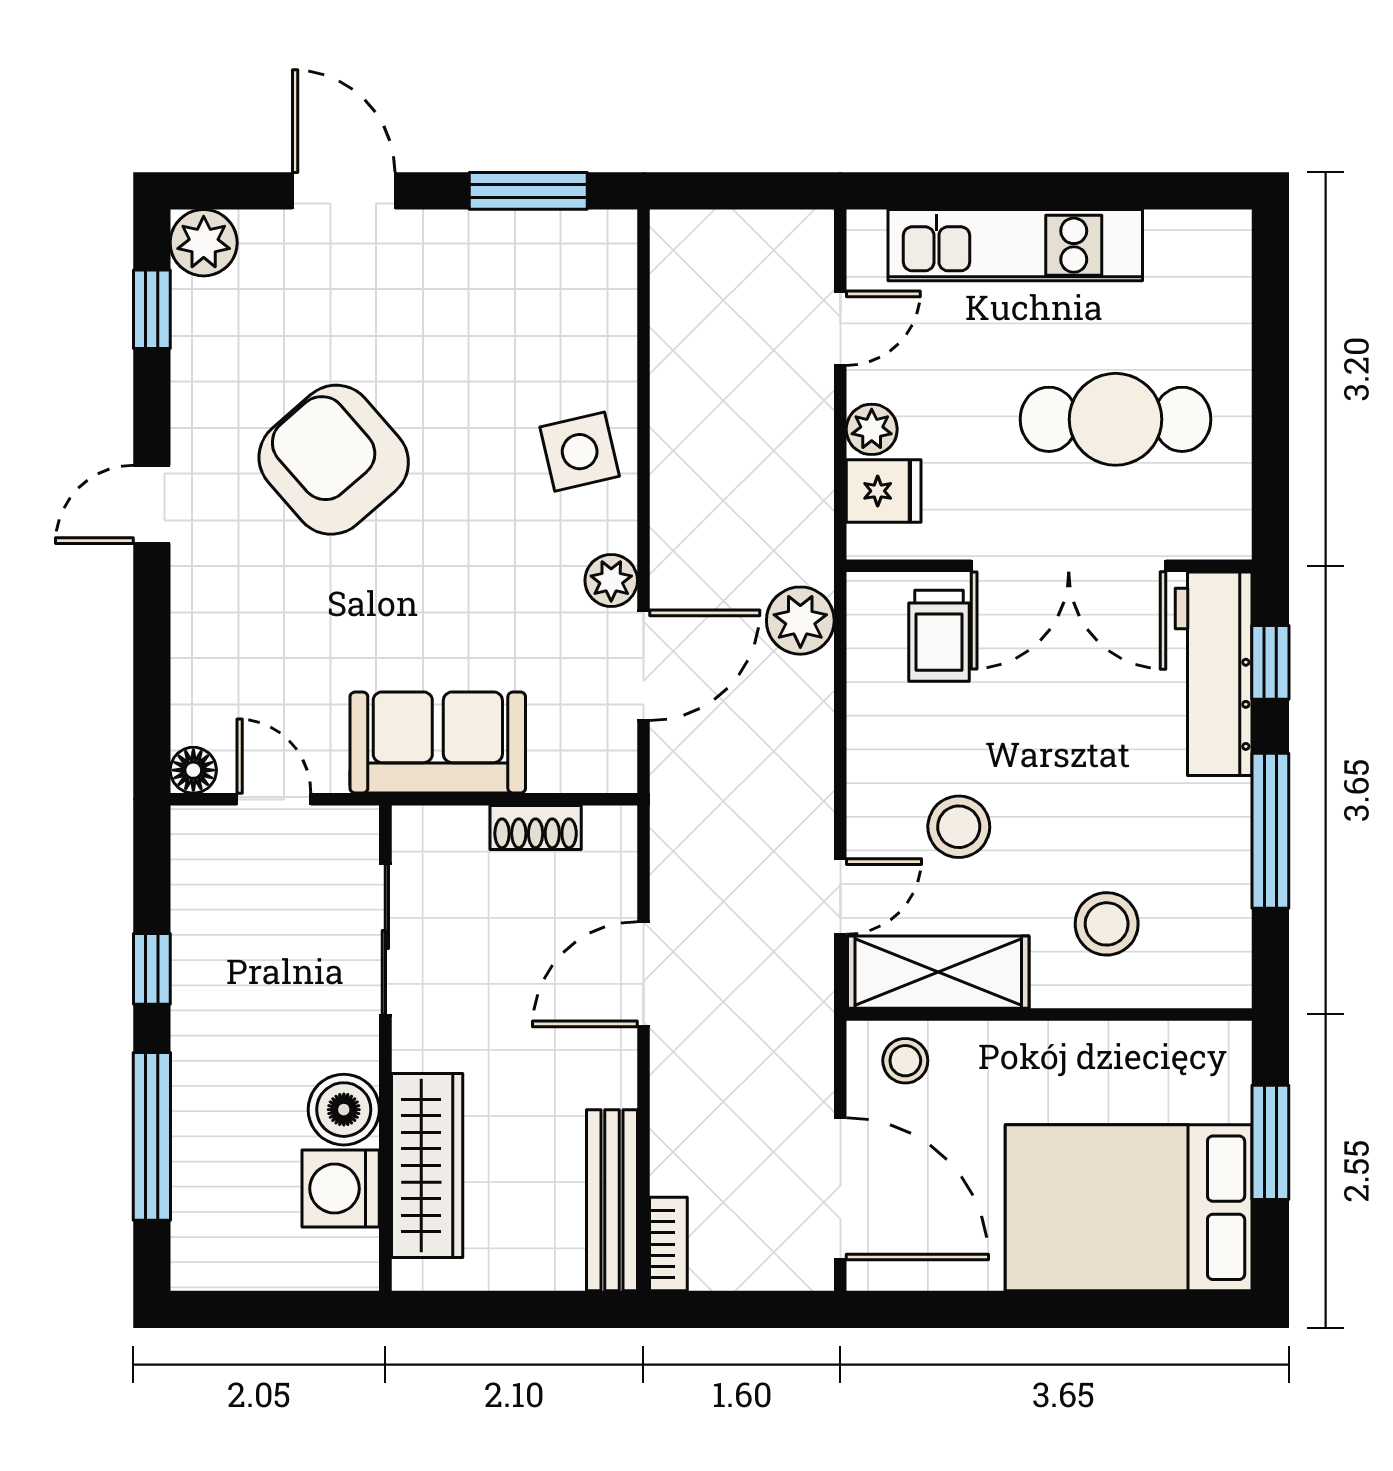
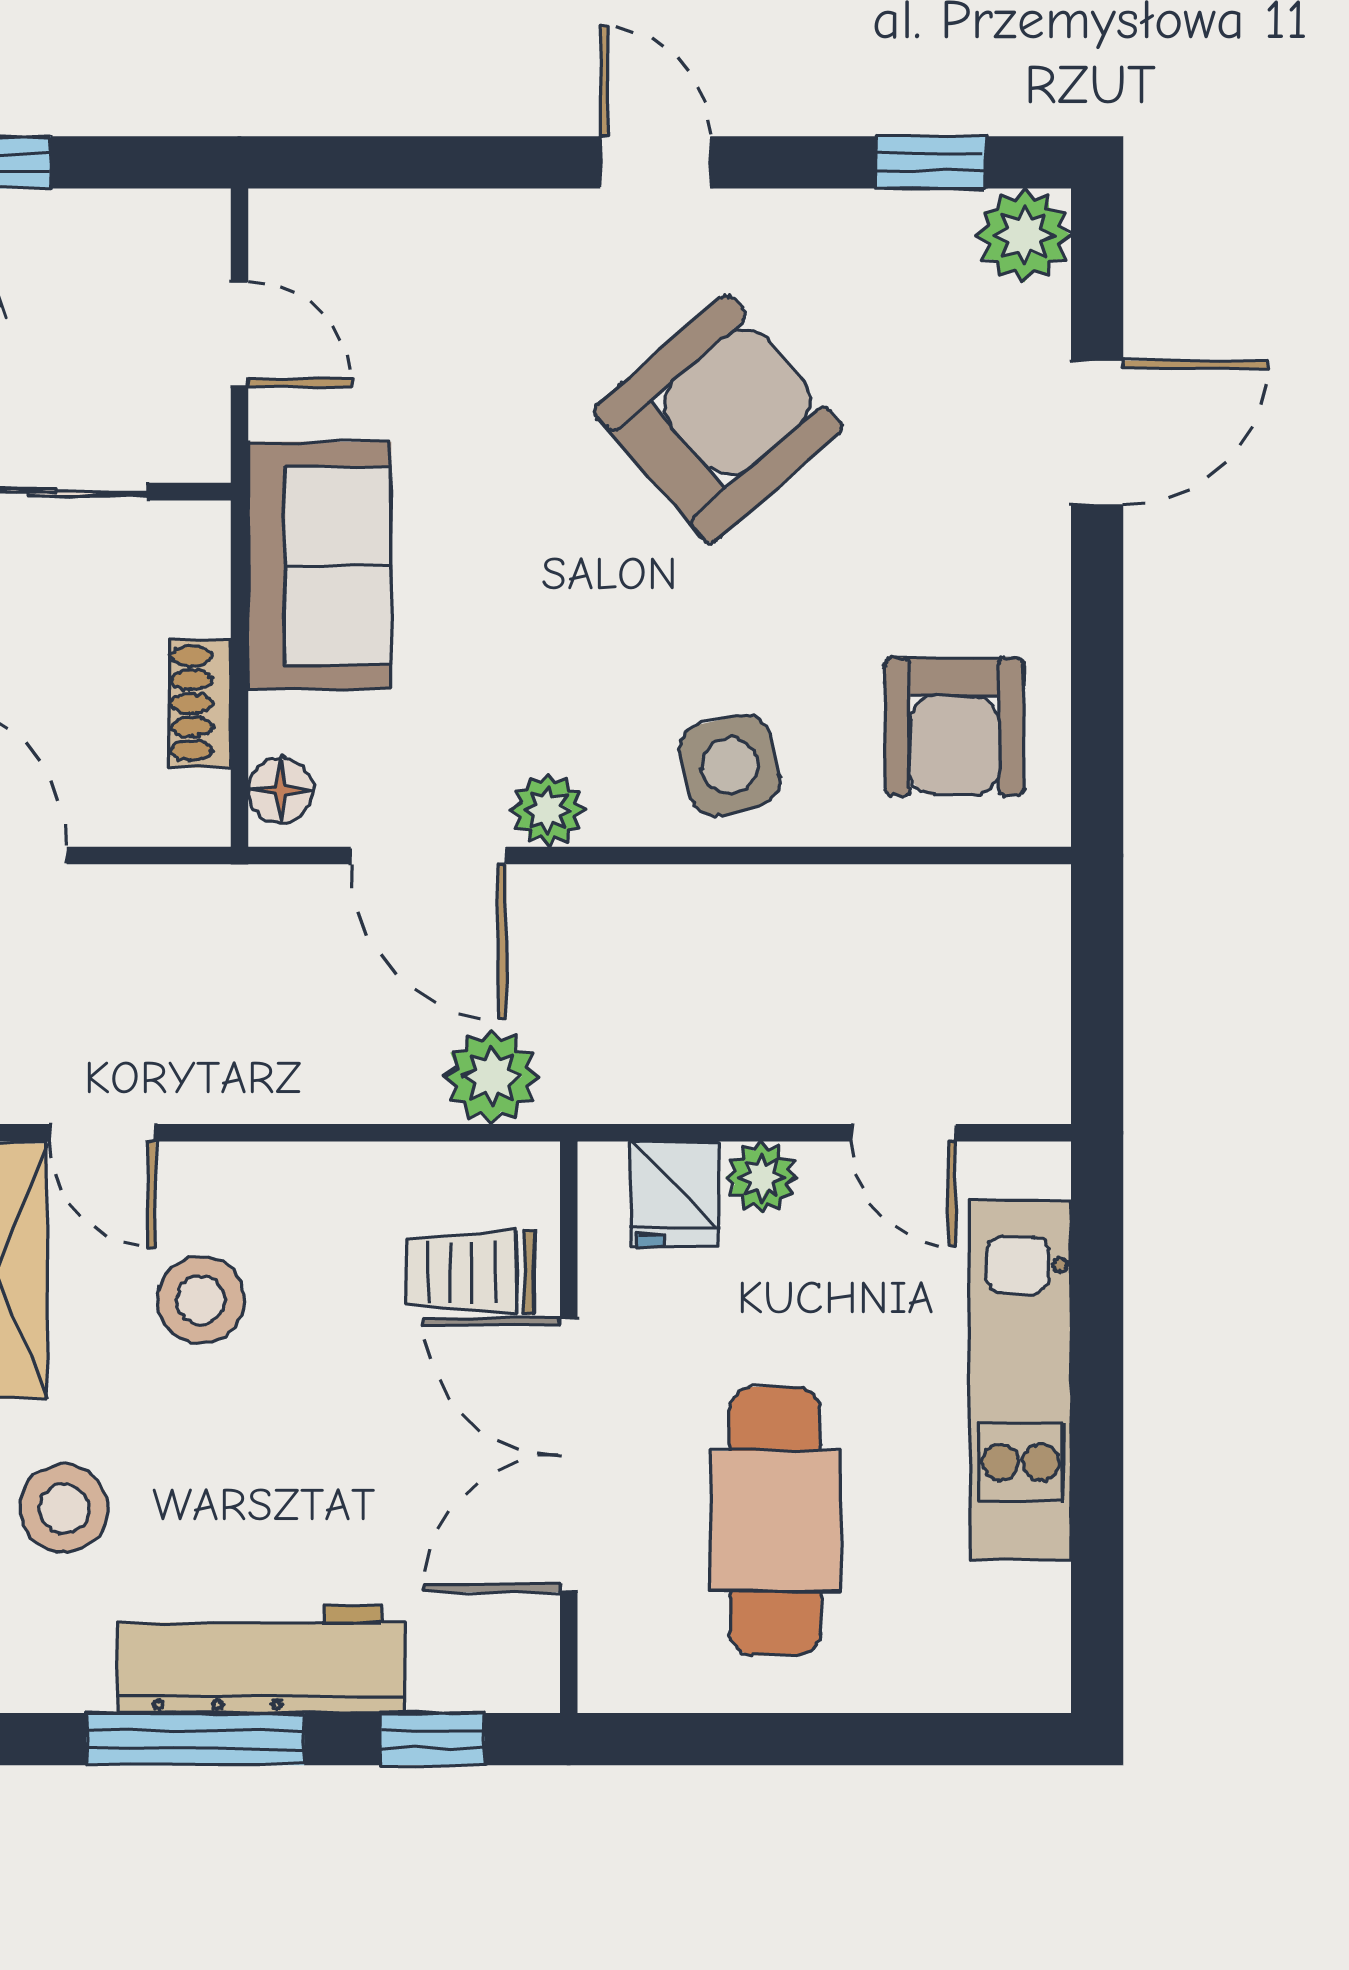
window: (528, 191) -> (1097, 693), removed
armchair: (552, 292) -> (954, 727), added
workbench: (1214, 674) -> (261, 1659), moved
floor lamp: (193, 770) -> (281, 790), moved
door: (274, 799) -> (239, 334), hinge flipped

